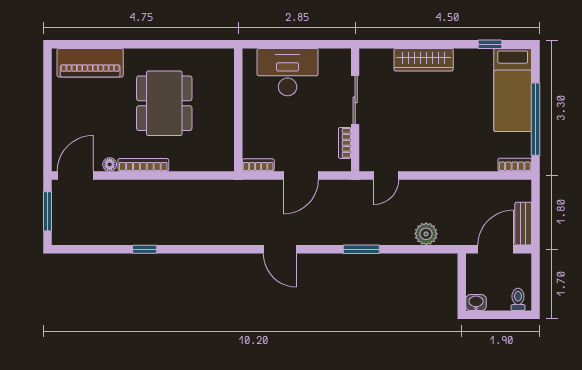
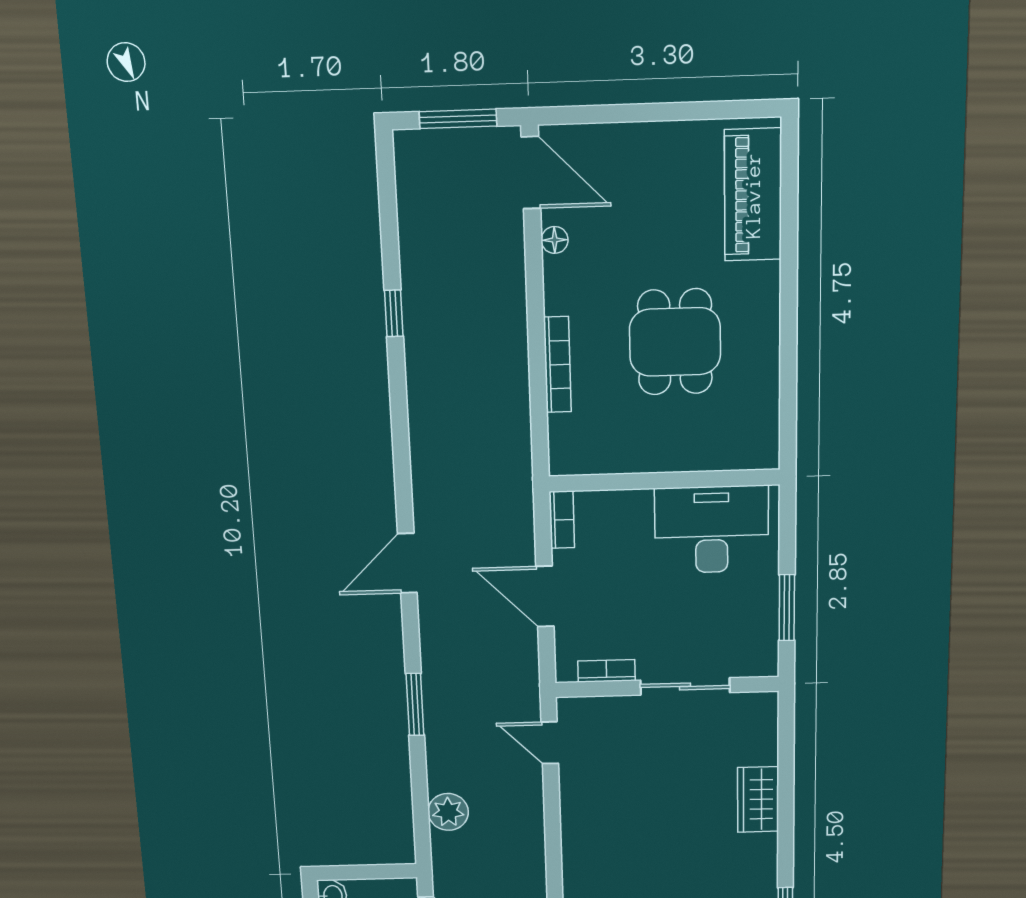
window: (311, 44) -> (787, 608), added
wardrobe: (424, 60) -> (758, 799), width x0.67
desk: (288, 72) -> (712, 530), moved, turned -90
dining table: (164, 103) -> (675, 342), width x0.73
bookcase: (143, 165) -> (557, 365), moved

